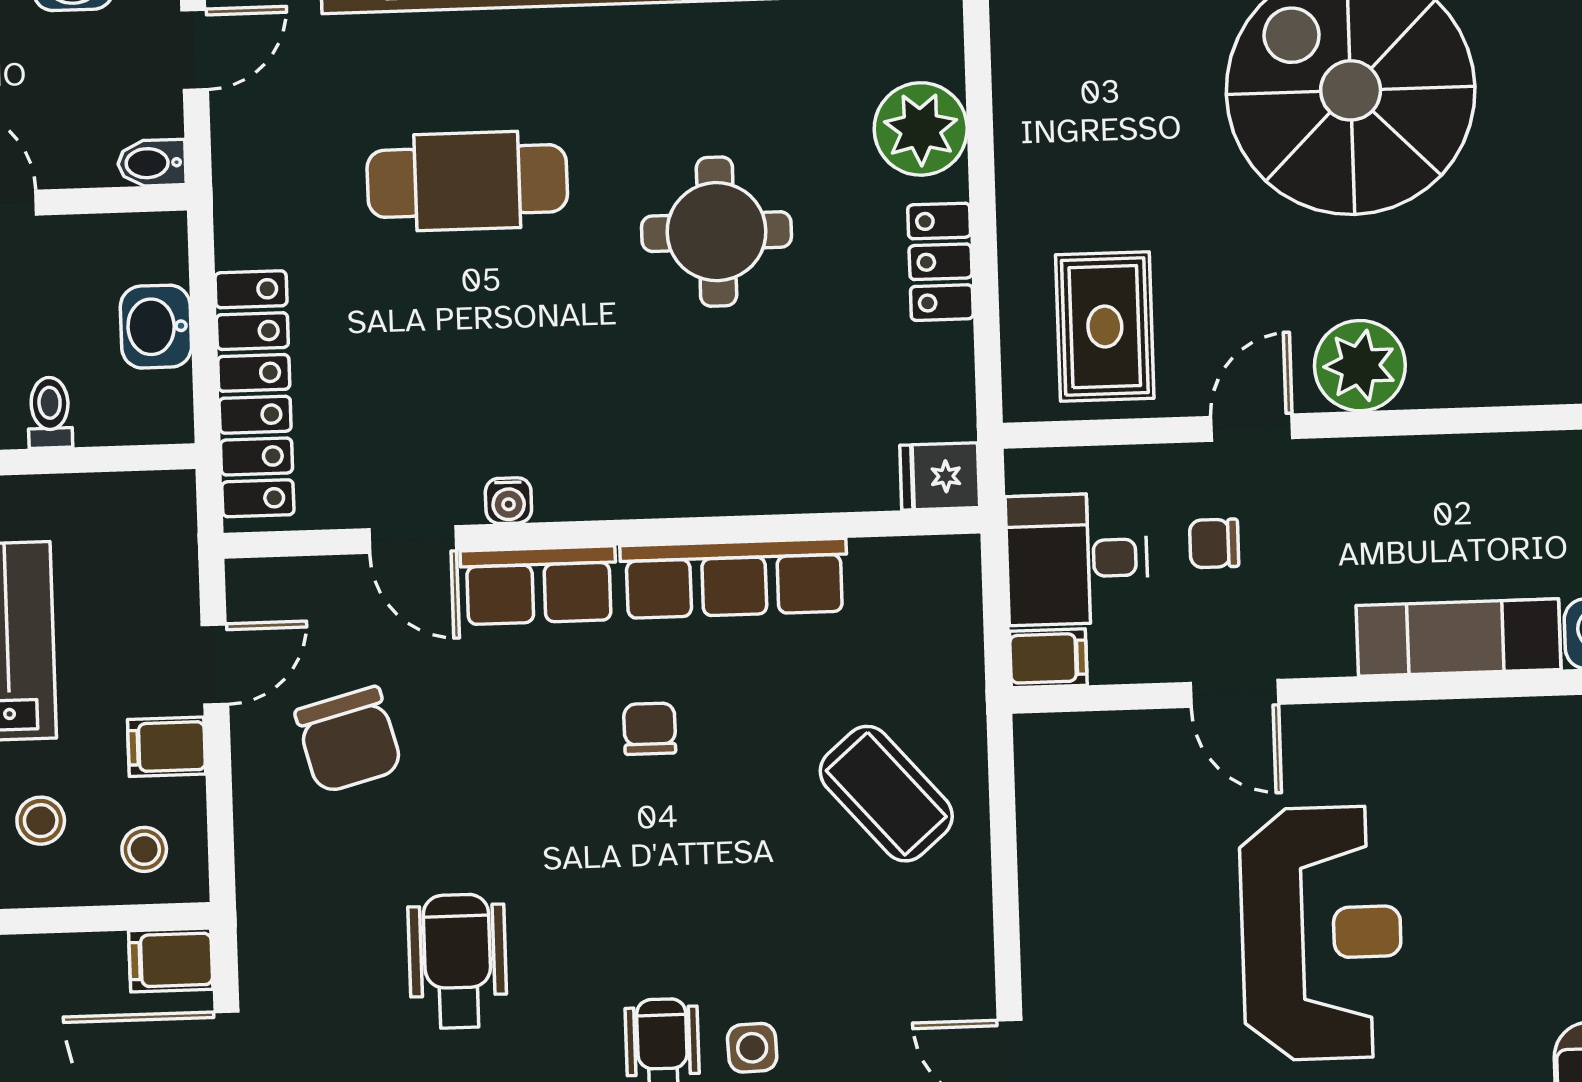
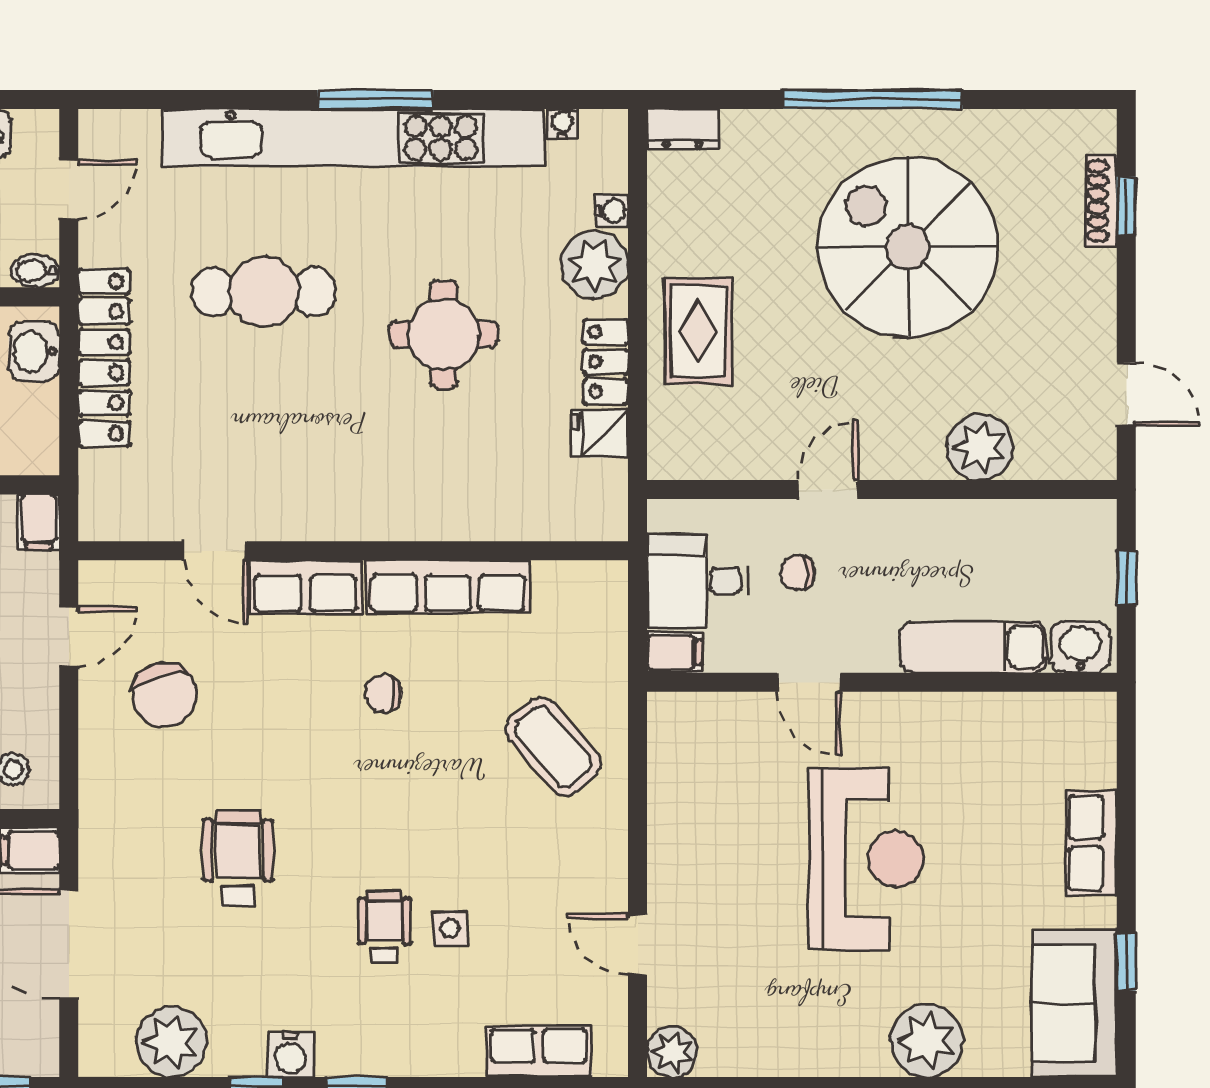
washbasin: (156, 327) -> (34, 351), moved
rug: (1105, 327) -> (699, 331), moved
plant: (1360, 366) -> (980, 447), moved
locker: (254, 394) -> (104, 357), moved
fridge: (940, 476) -> (600, 434), moved
water cooler: (508, 501) -> (612, 211), moved, turned -90
chair: (650, 729) -> (383, 694), turned -90
filing cabinet: (167, 747) -> (39, 522), moved, turned -90

